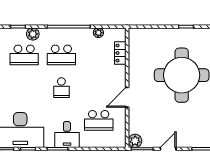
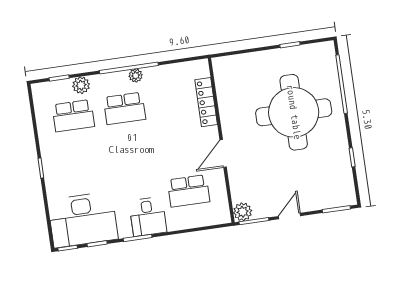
plant: (98, 33) -> (136, 76), moved
locker: (120, 53) -> (206, 102), width x1.53
school desk: (61, 88) -> (131, 153), removed

